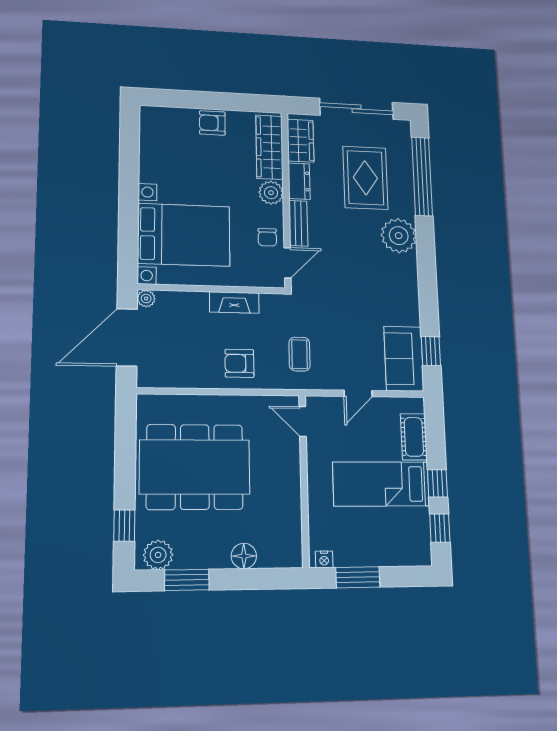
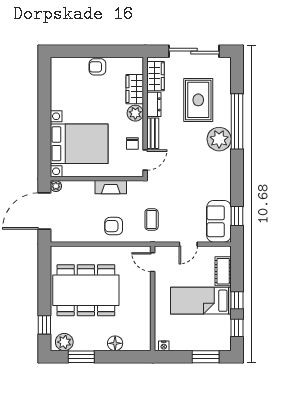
wardrobe: (269, 147) -> (135, 89), width x0.67
window: (422, 176) -> (237, 121), moved
window: (358, 577) -> (206, 357), moved

